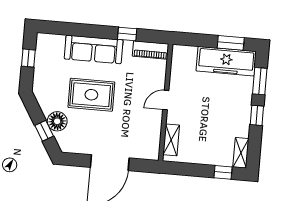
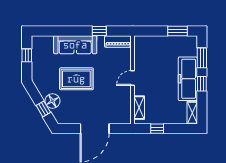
freezer: (226, 61) -> (188, 79), moved, turned 90
window: (223, 172) -> (157, 129), moved

